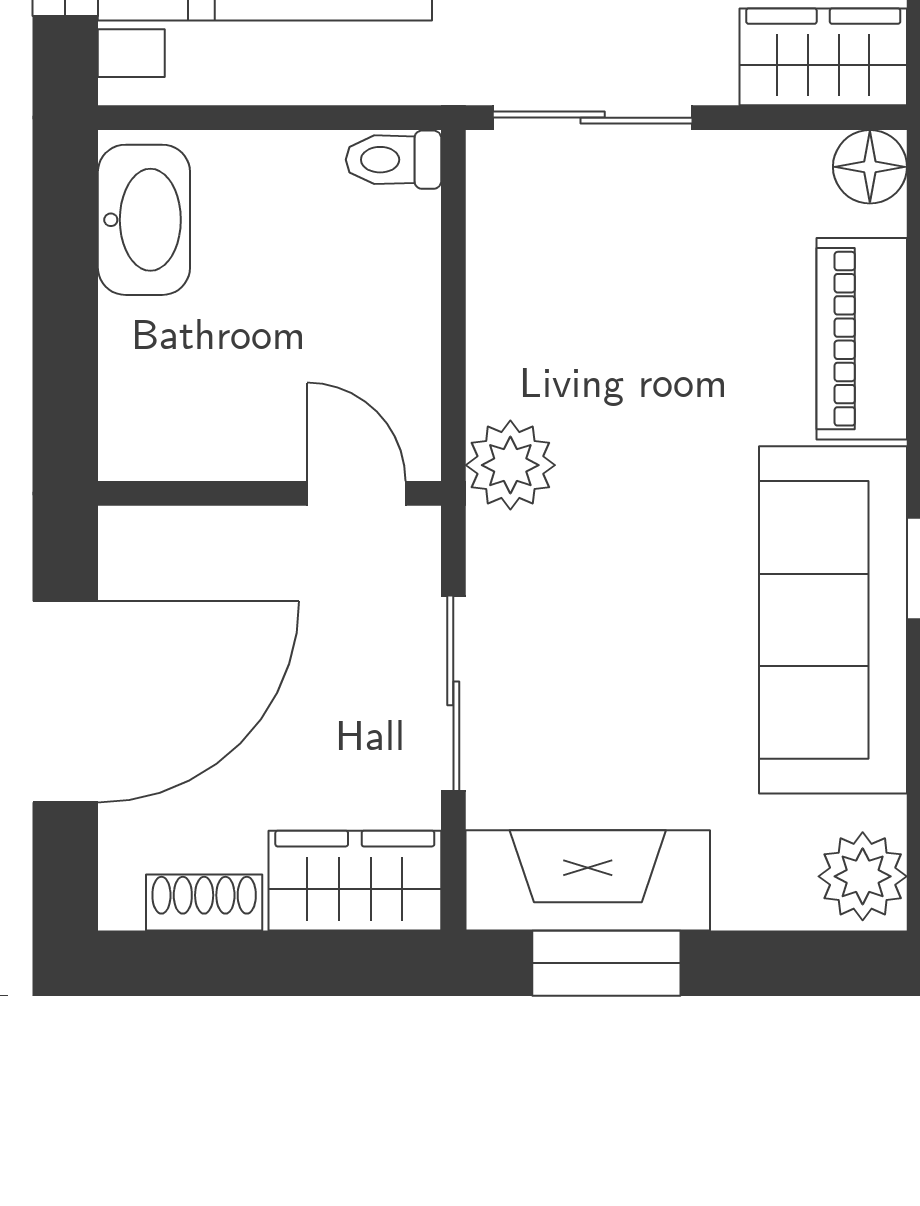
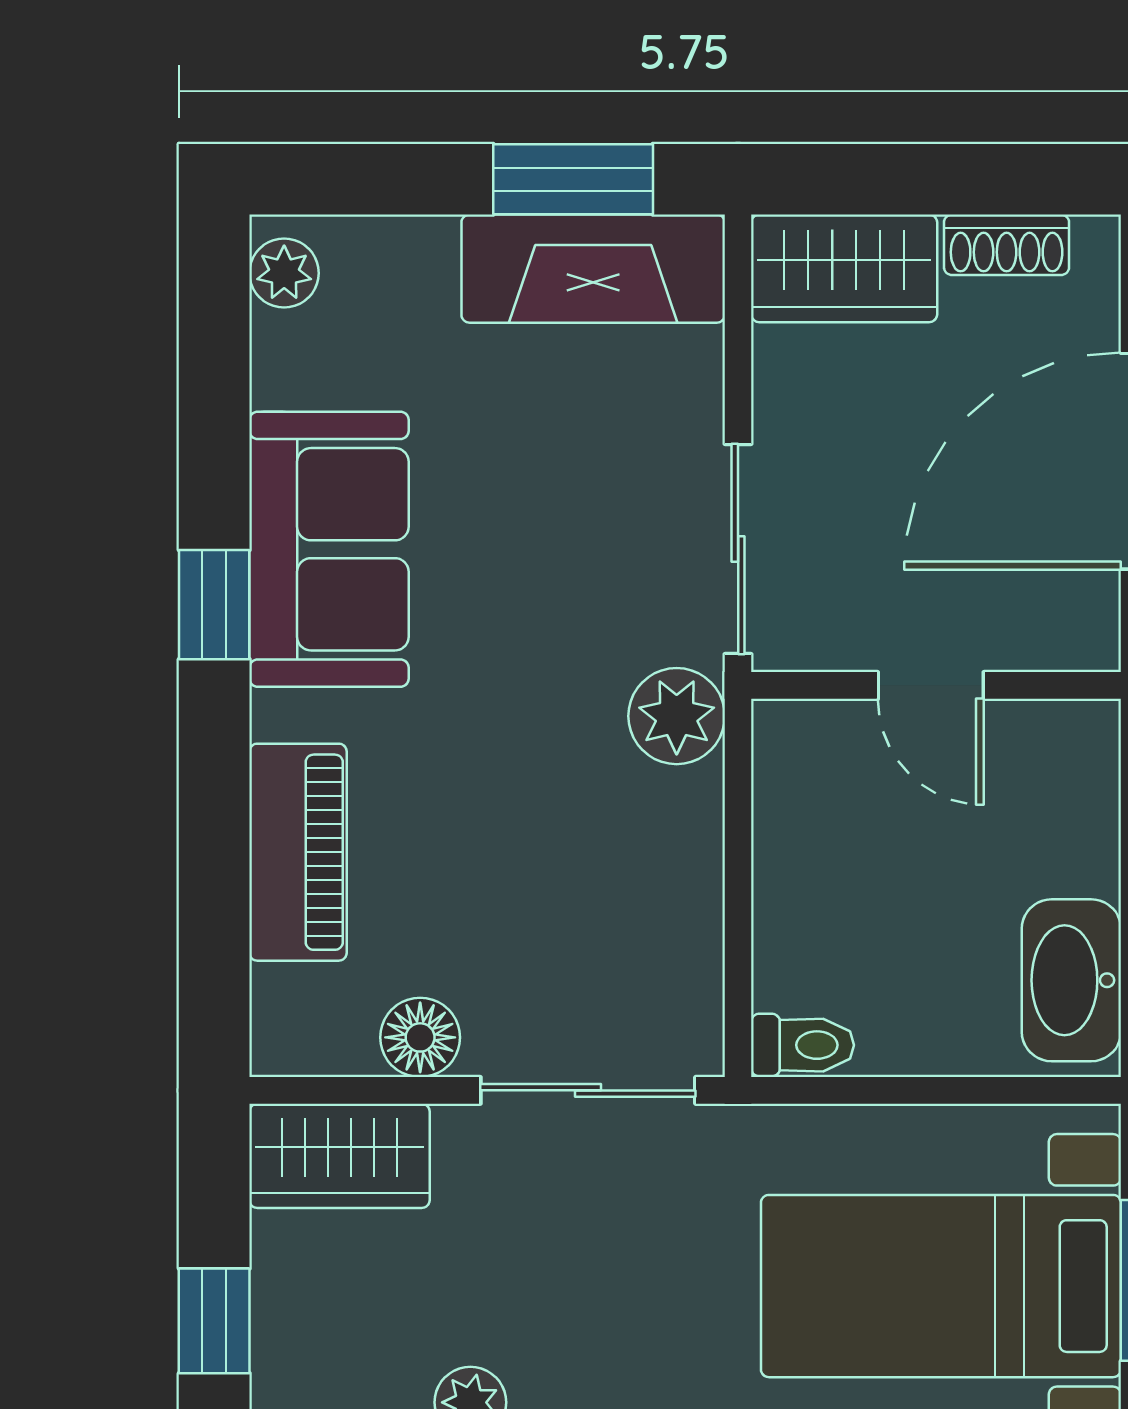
floor lamp: (870, 167) -> (420, 1037), moved
door: (356, 493) -> (931, 685), moved
sofa: (833, 620) -> (329, 549), width x0.73
sliding door: (453, 693) -> (738, 549), moved
plant: (863, 876) -> (284, 273), width x0.73, depth x0.73

